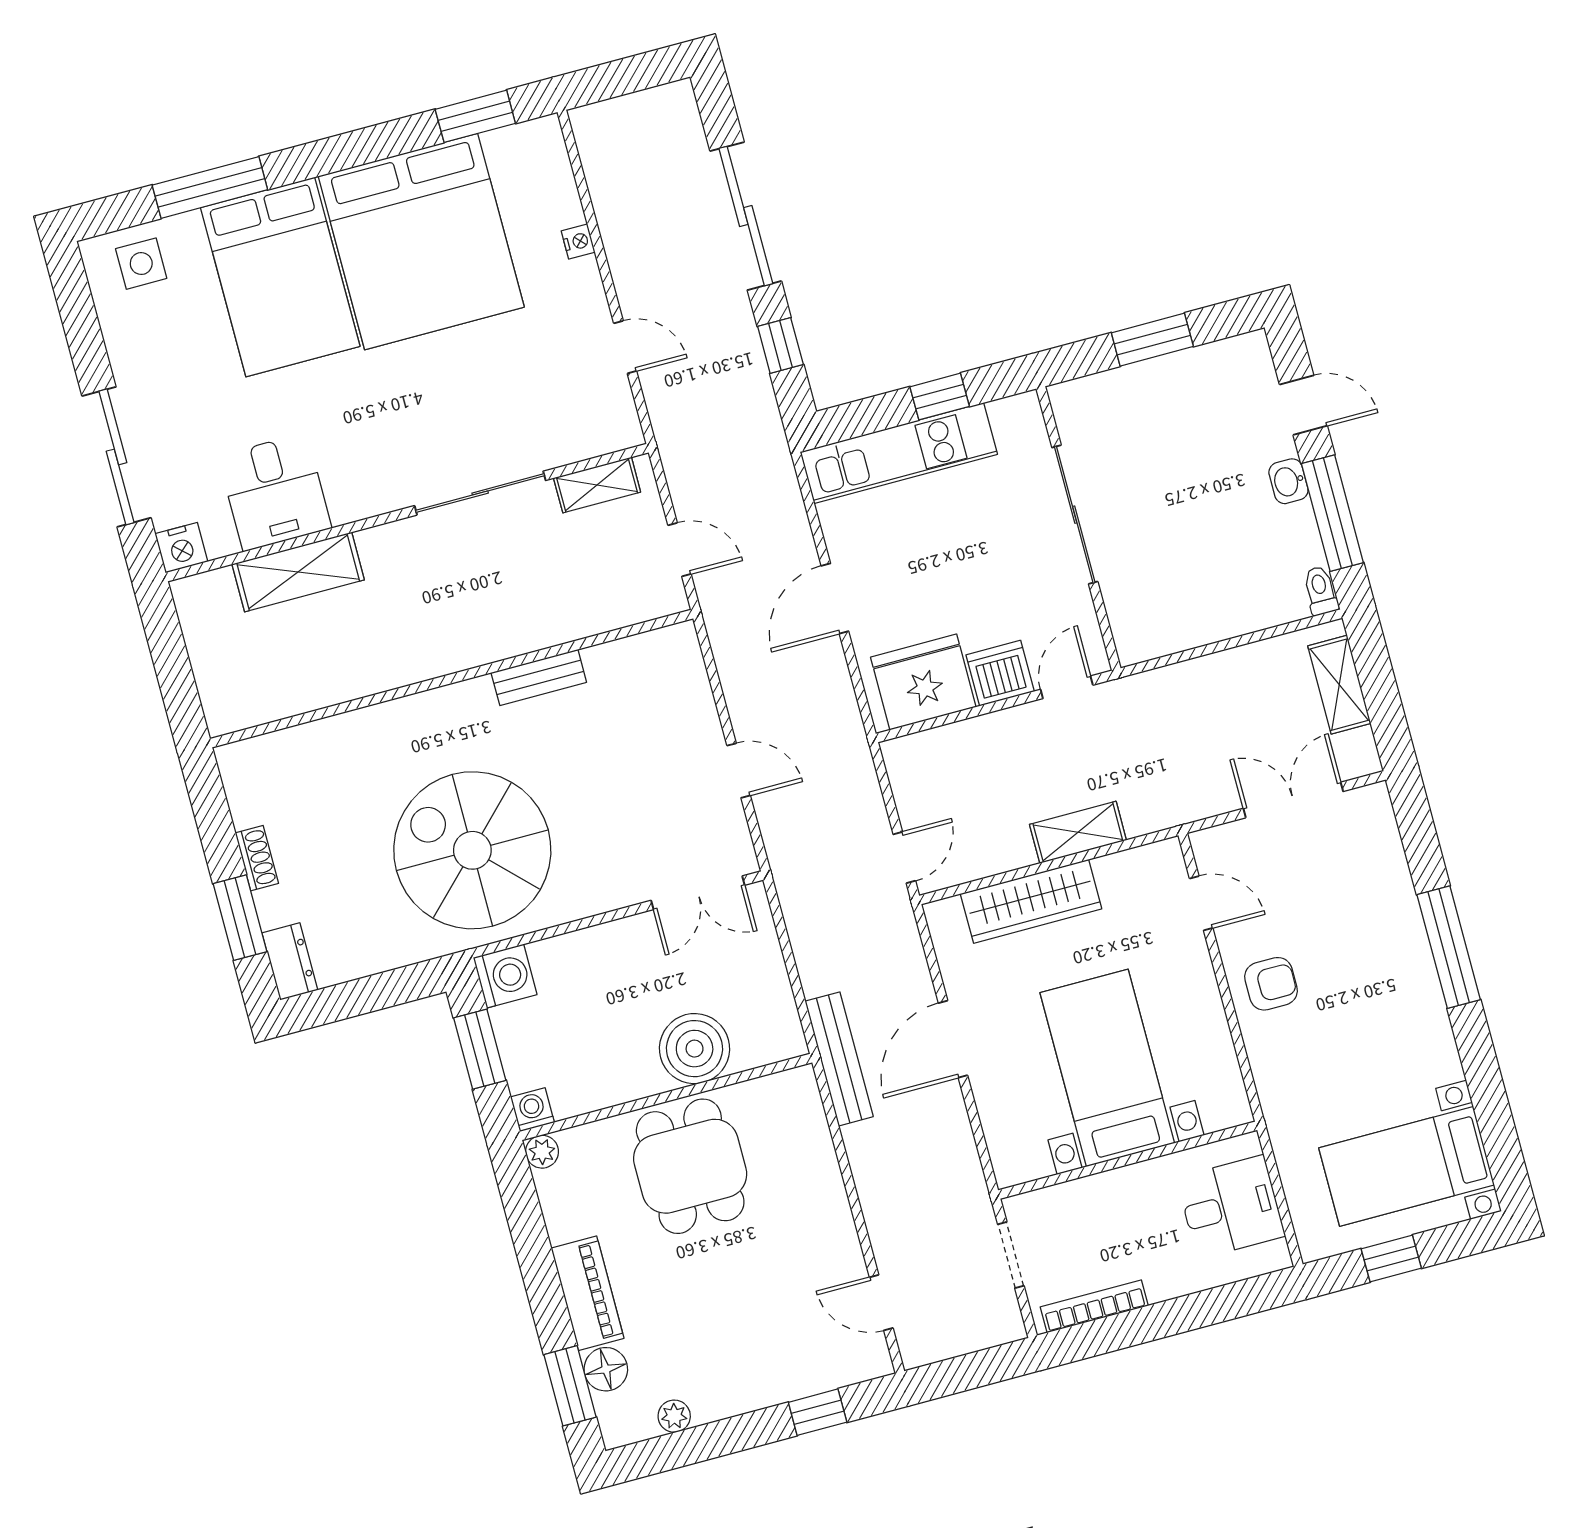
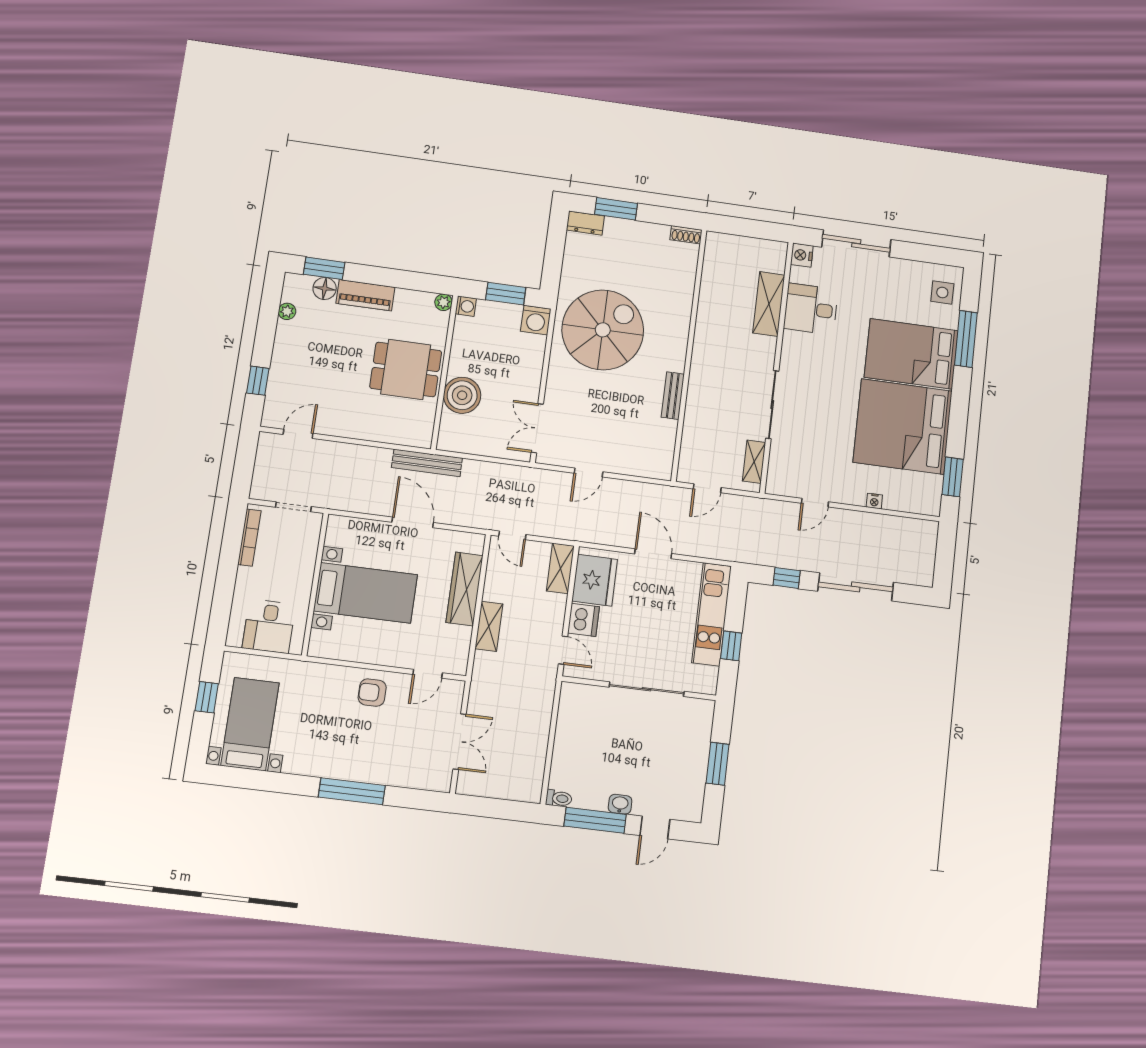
shelving: (1339, 685) -> (560, 568), moved, turned 90
shoe rack: (257, 858) -> (686, 235), moved
armchair: (1271, 984) -> (372, 693), turned 90

